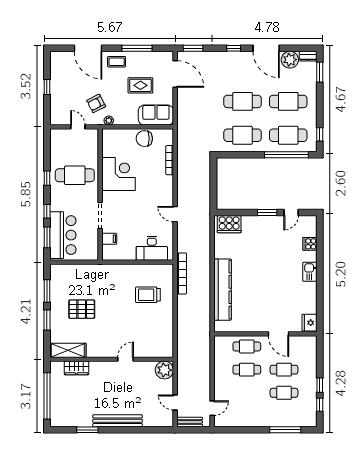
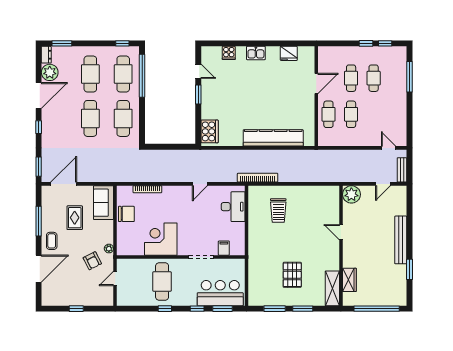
chair: (144, 139) -> (126, 214), turned -90
fridge: (309, 323) -> (289, 53), moved

